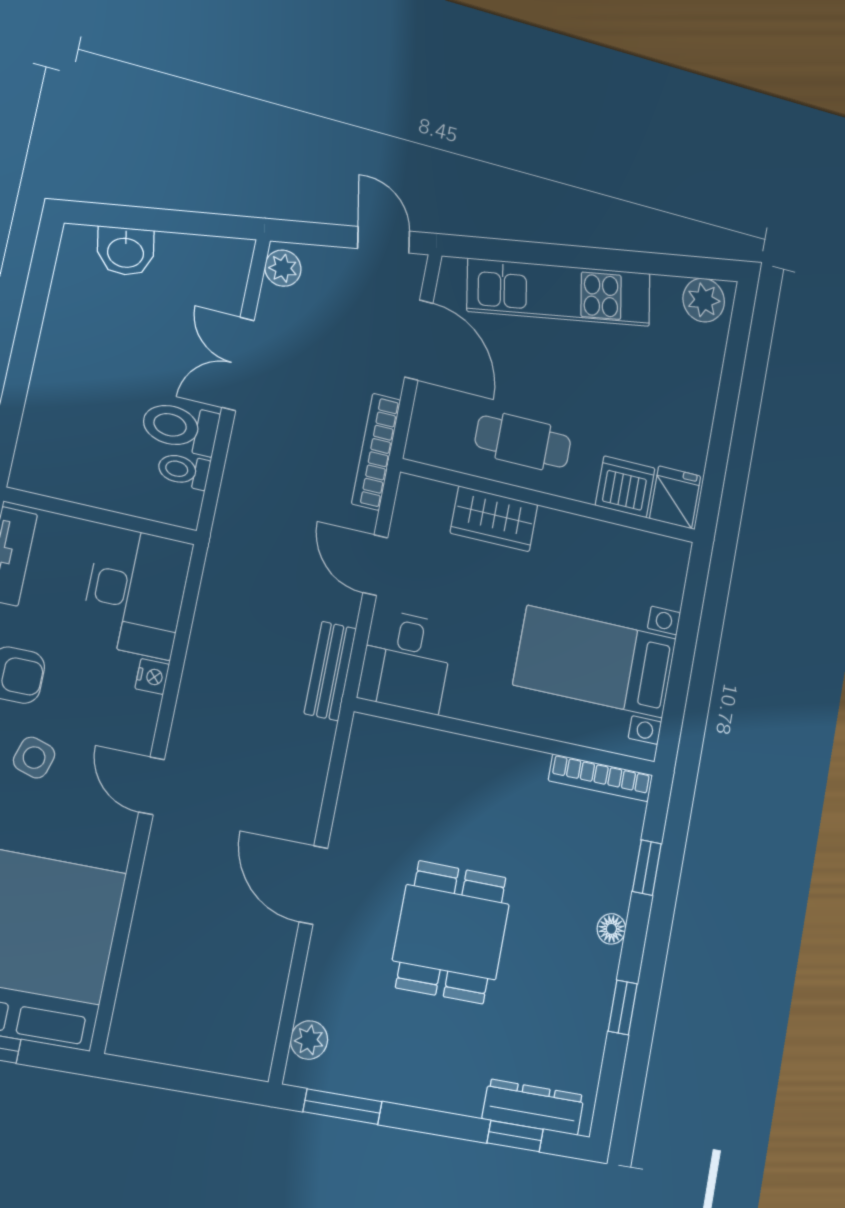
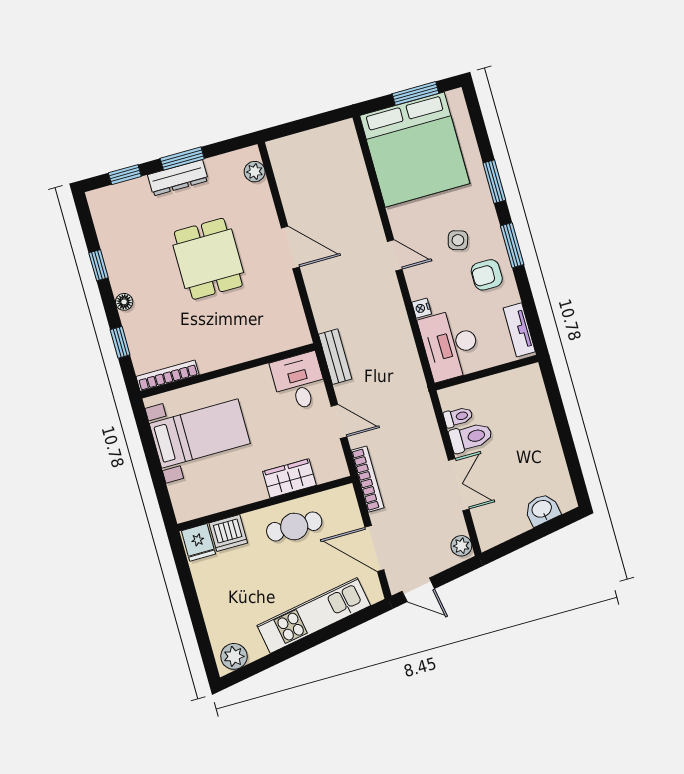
window: (342, 1107) -> (182, 159), moved
dresser: (533, 1107) -> (178, 178), moved

